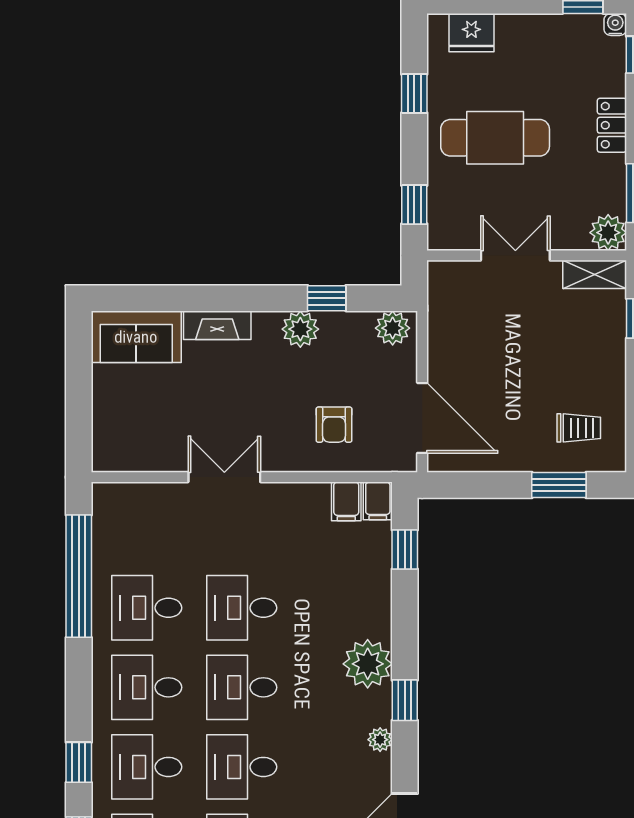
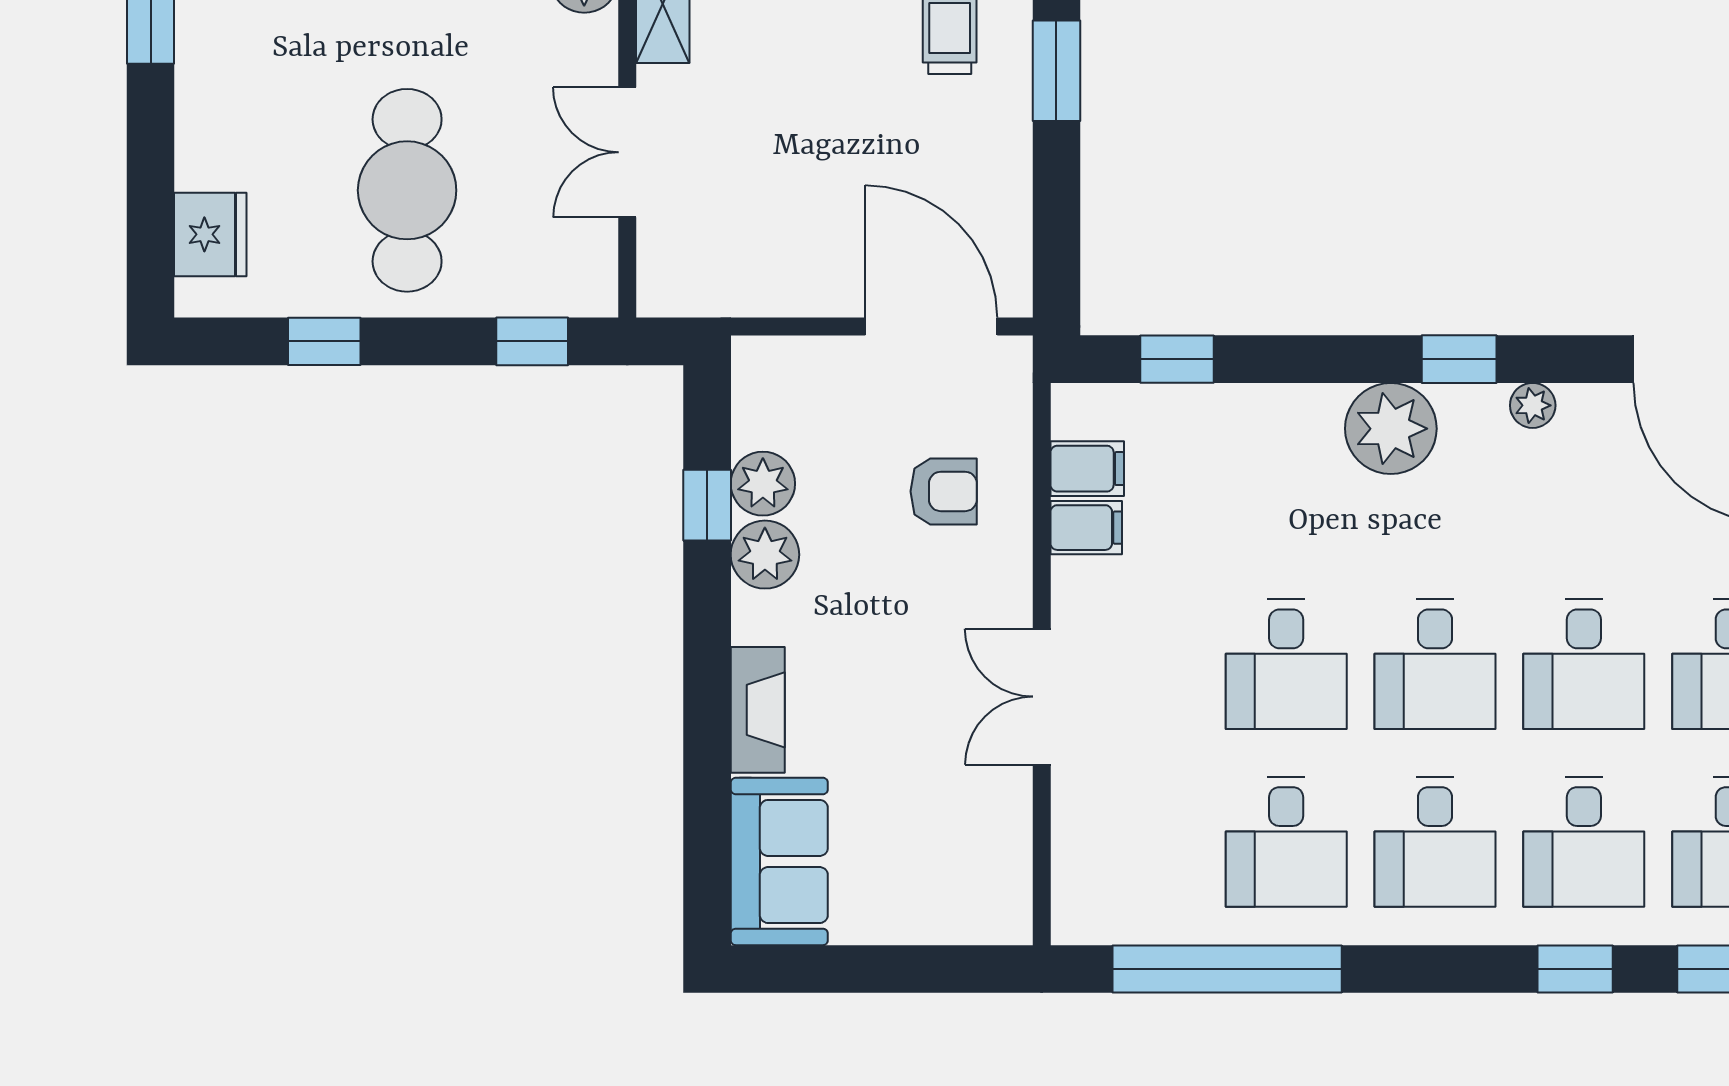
plant: (393, 328) -> (763, 484), moved
door: (422, 418) -> (931, 327), hinge flipped
filing cabinet: (378, 501) -> (1086, 528), moved

